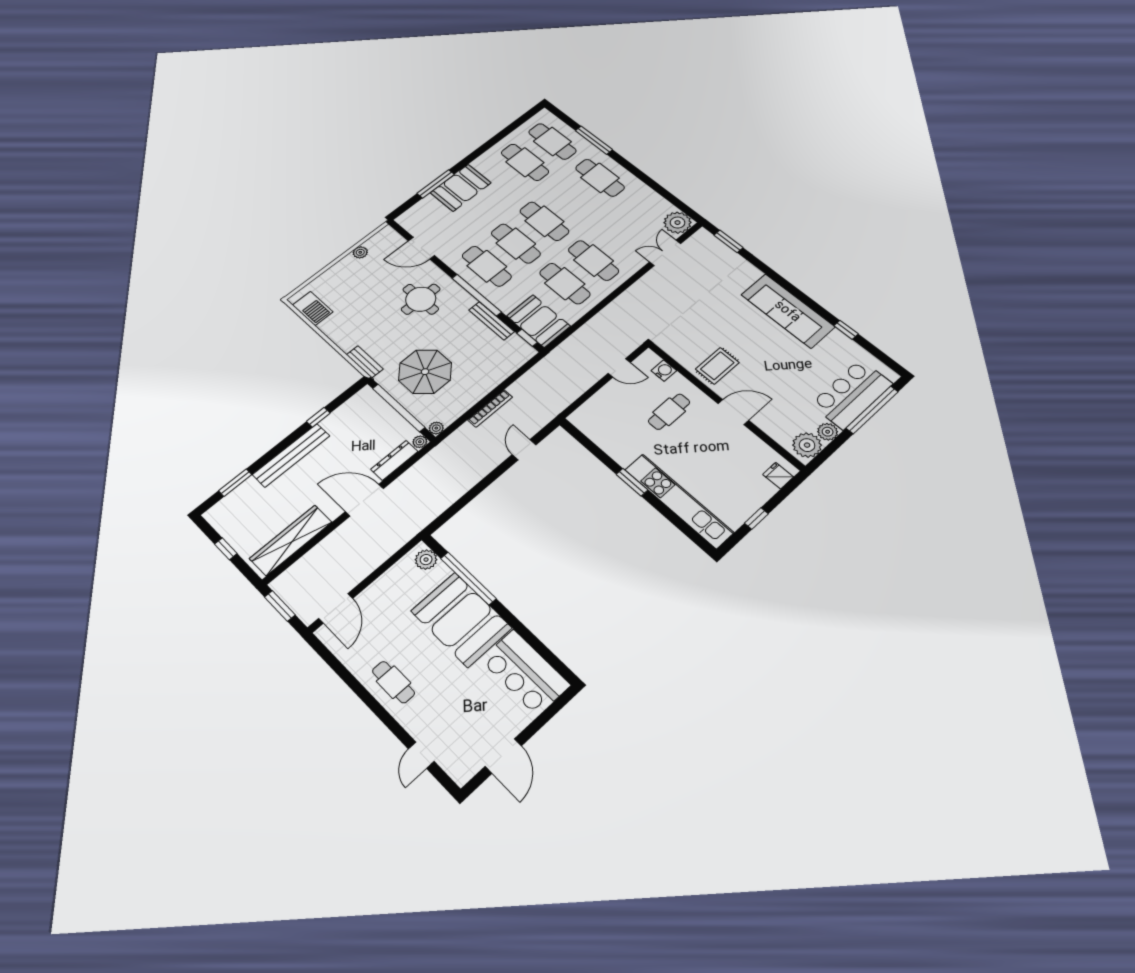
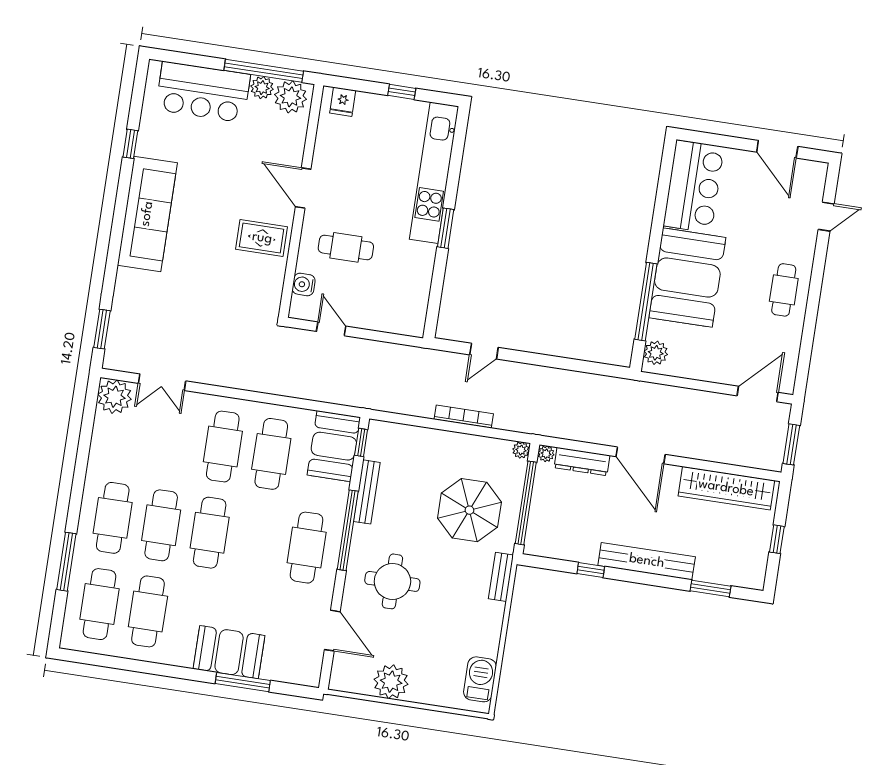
cafe table: (516, 244) -> (161, 525), moved
plant: (360, 252) -> (391, 682), width x1.88, depth x1.88
window: (872, 410) -> (264, 71), moved
door: (503, 756) -> (777, 149), swing flipped

